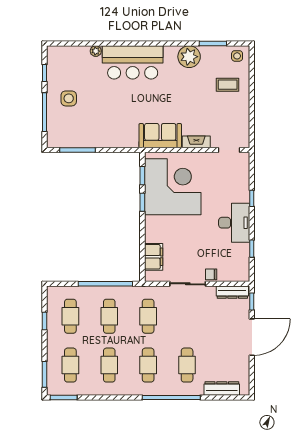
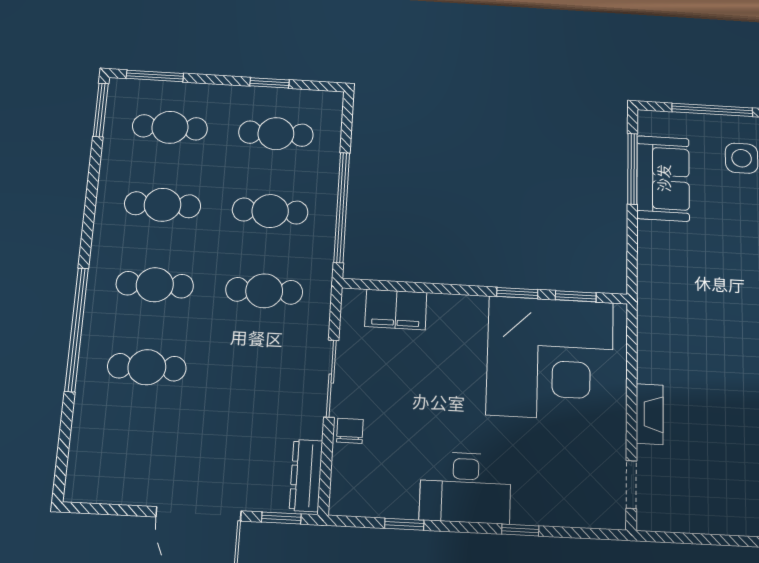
sofa: (160, 136) -> (663, 178), moved
dresser: (222, 388) -> (85, 440), removed

